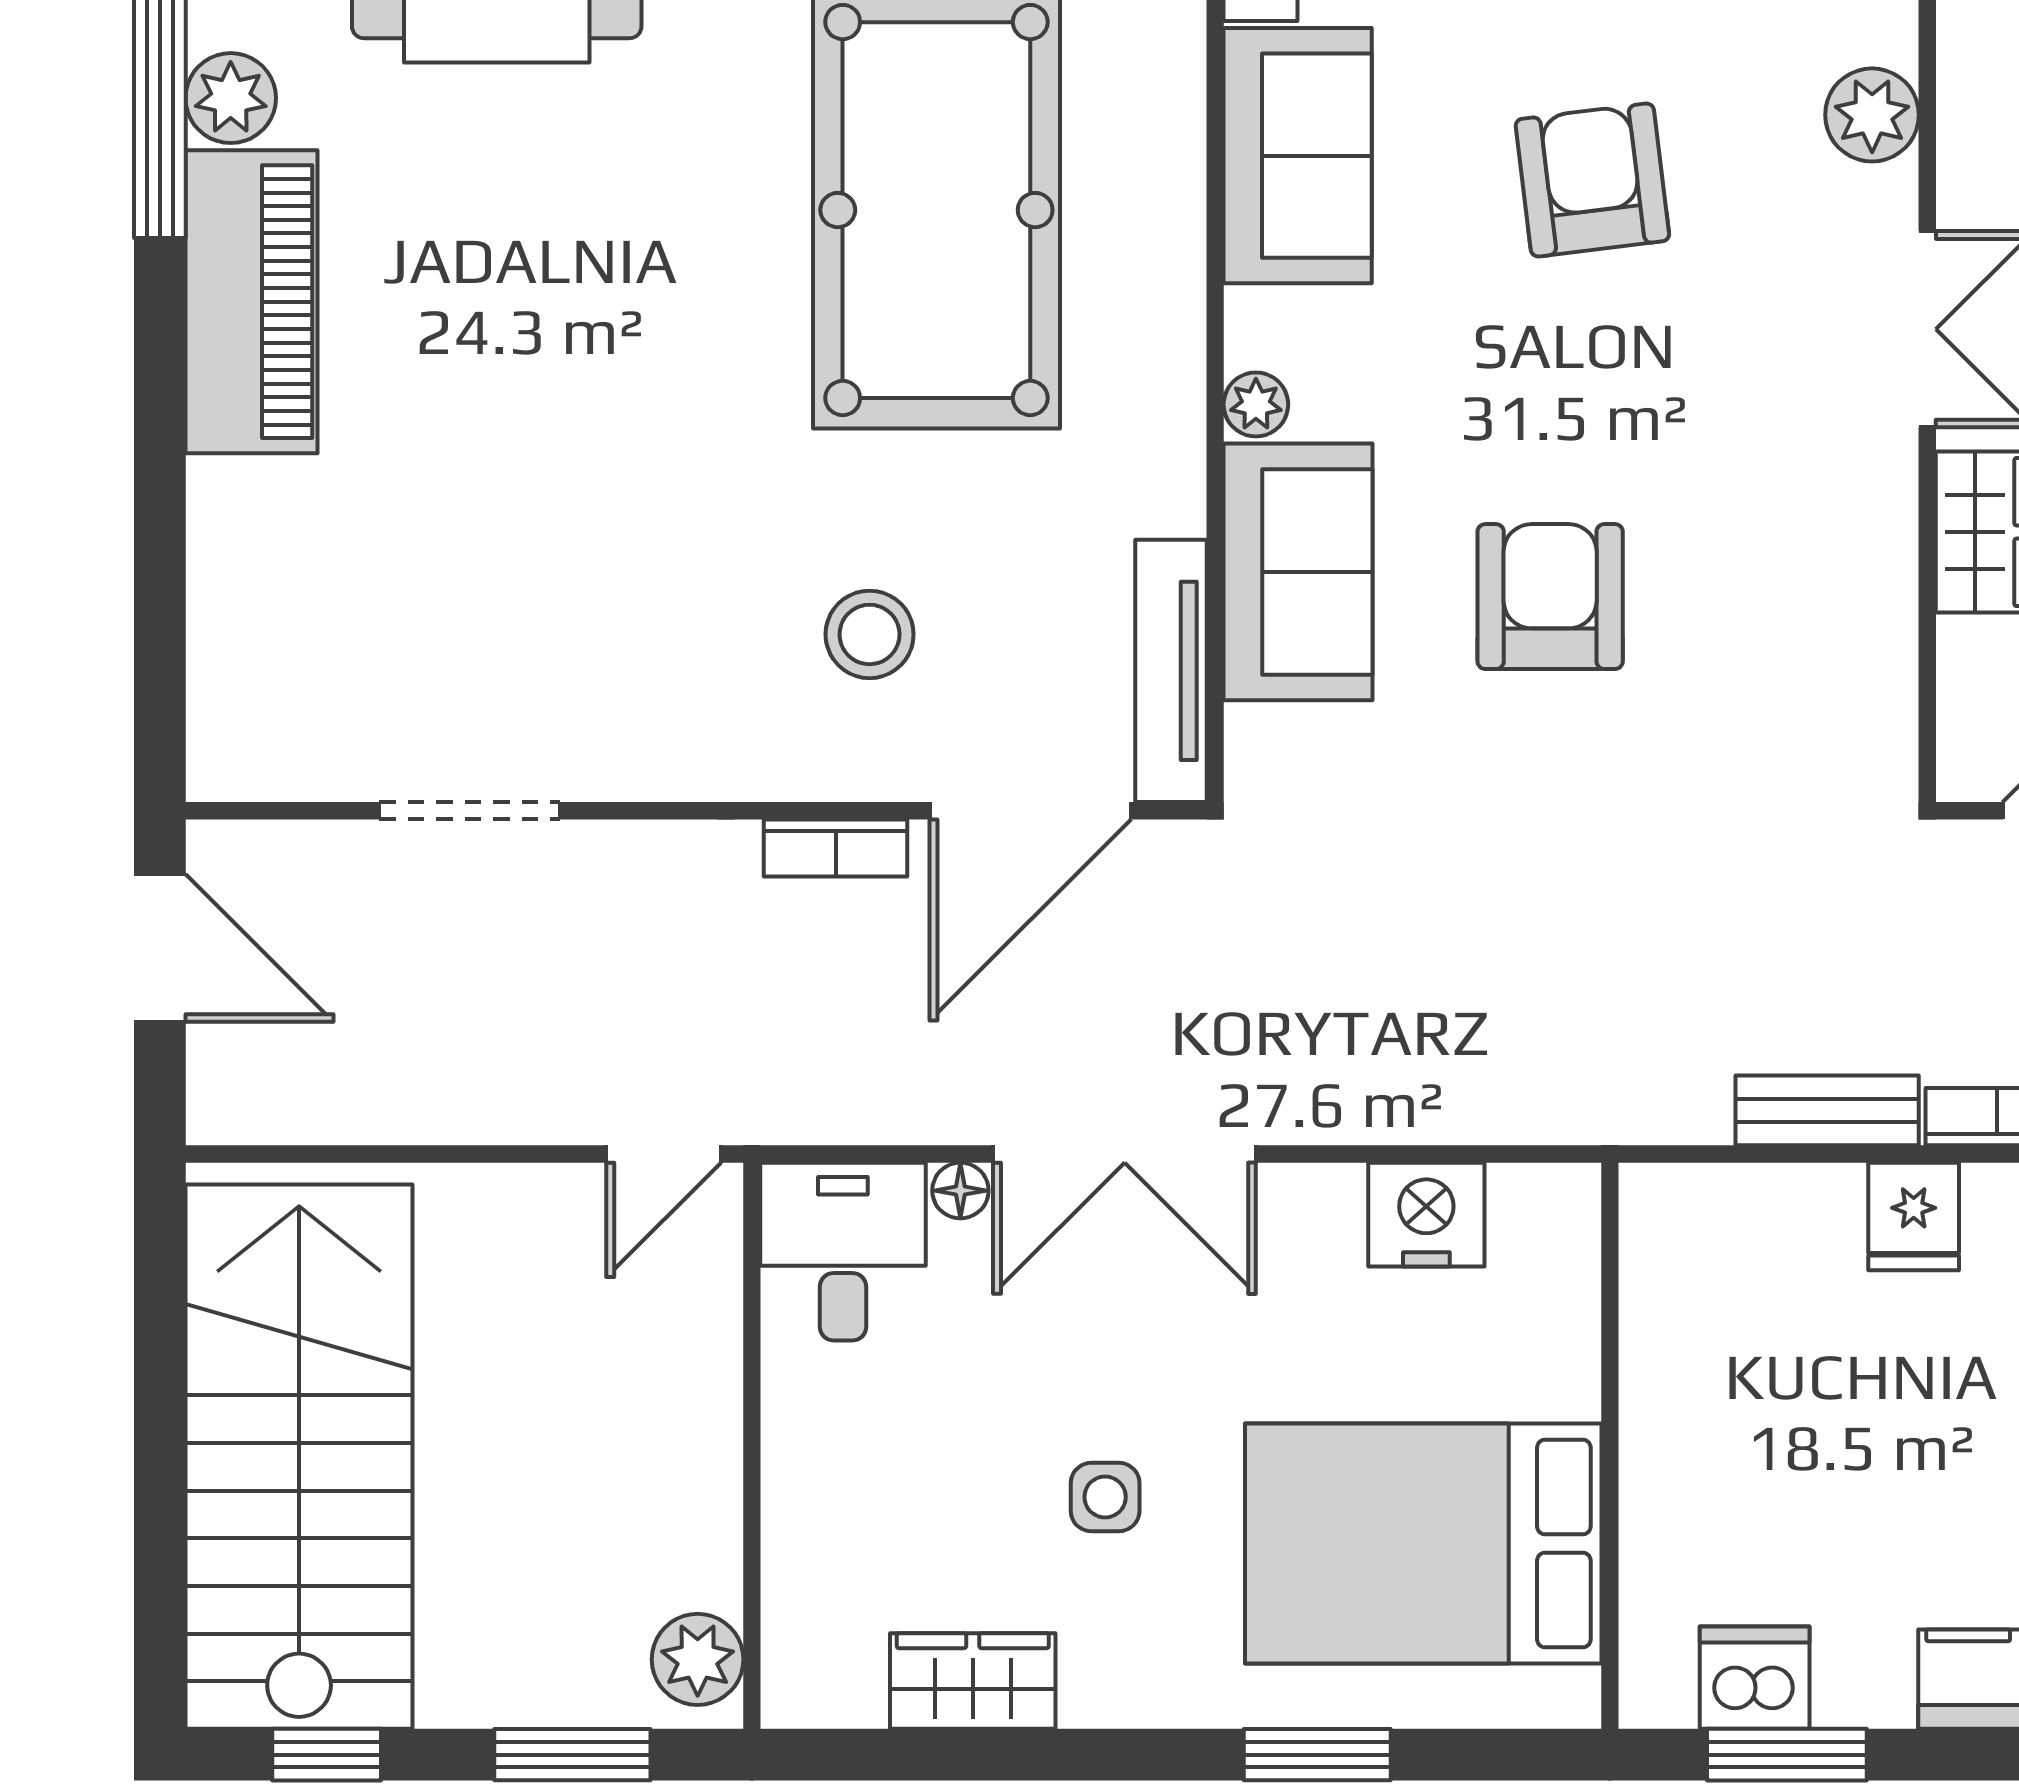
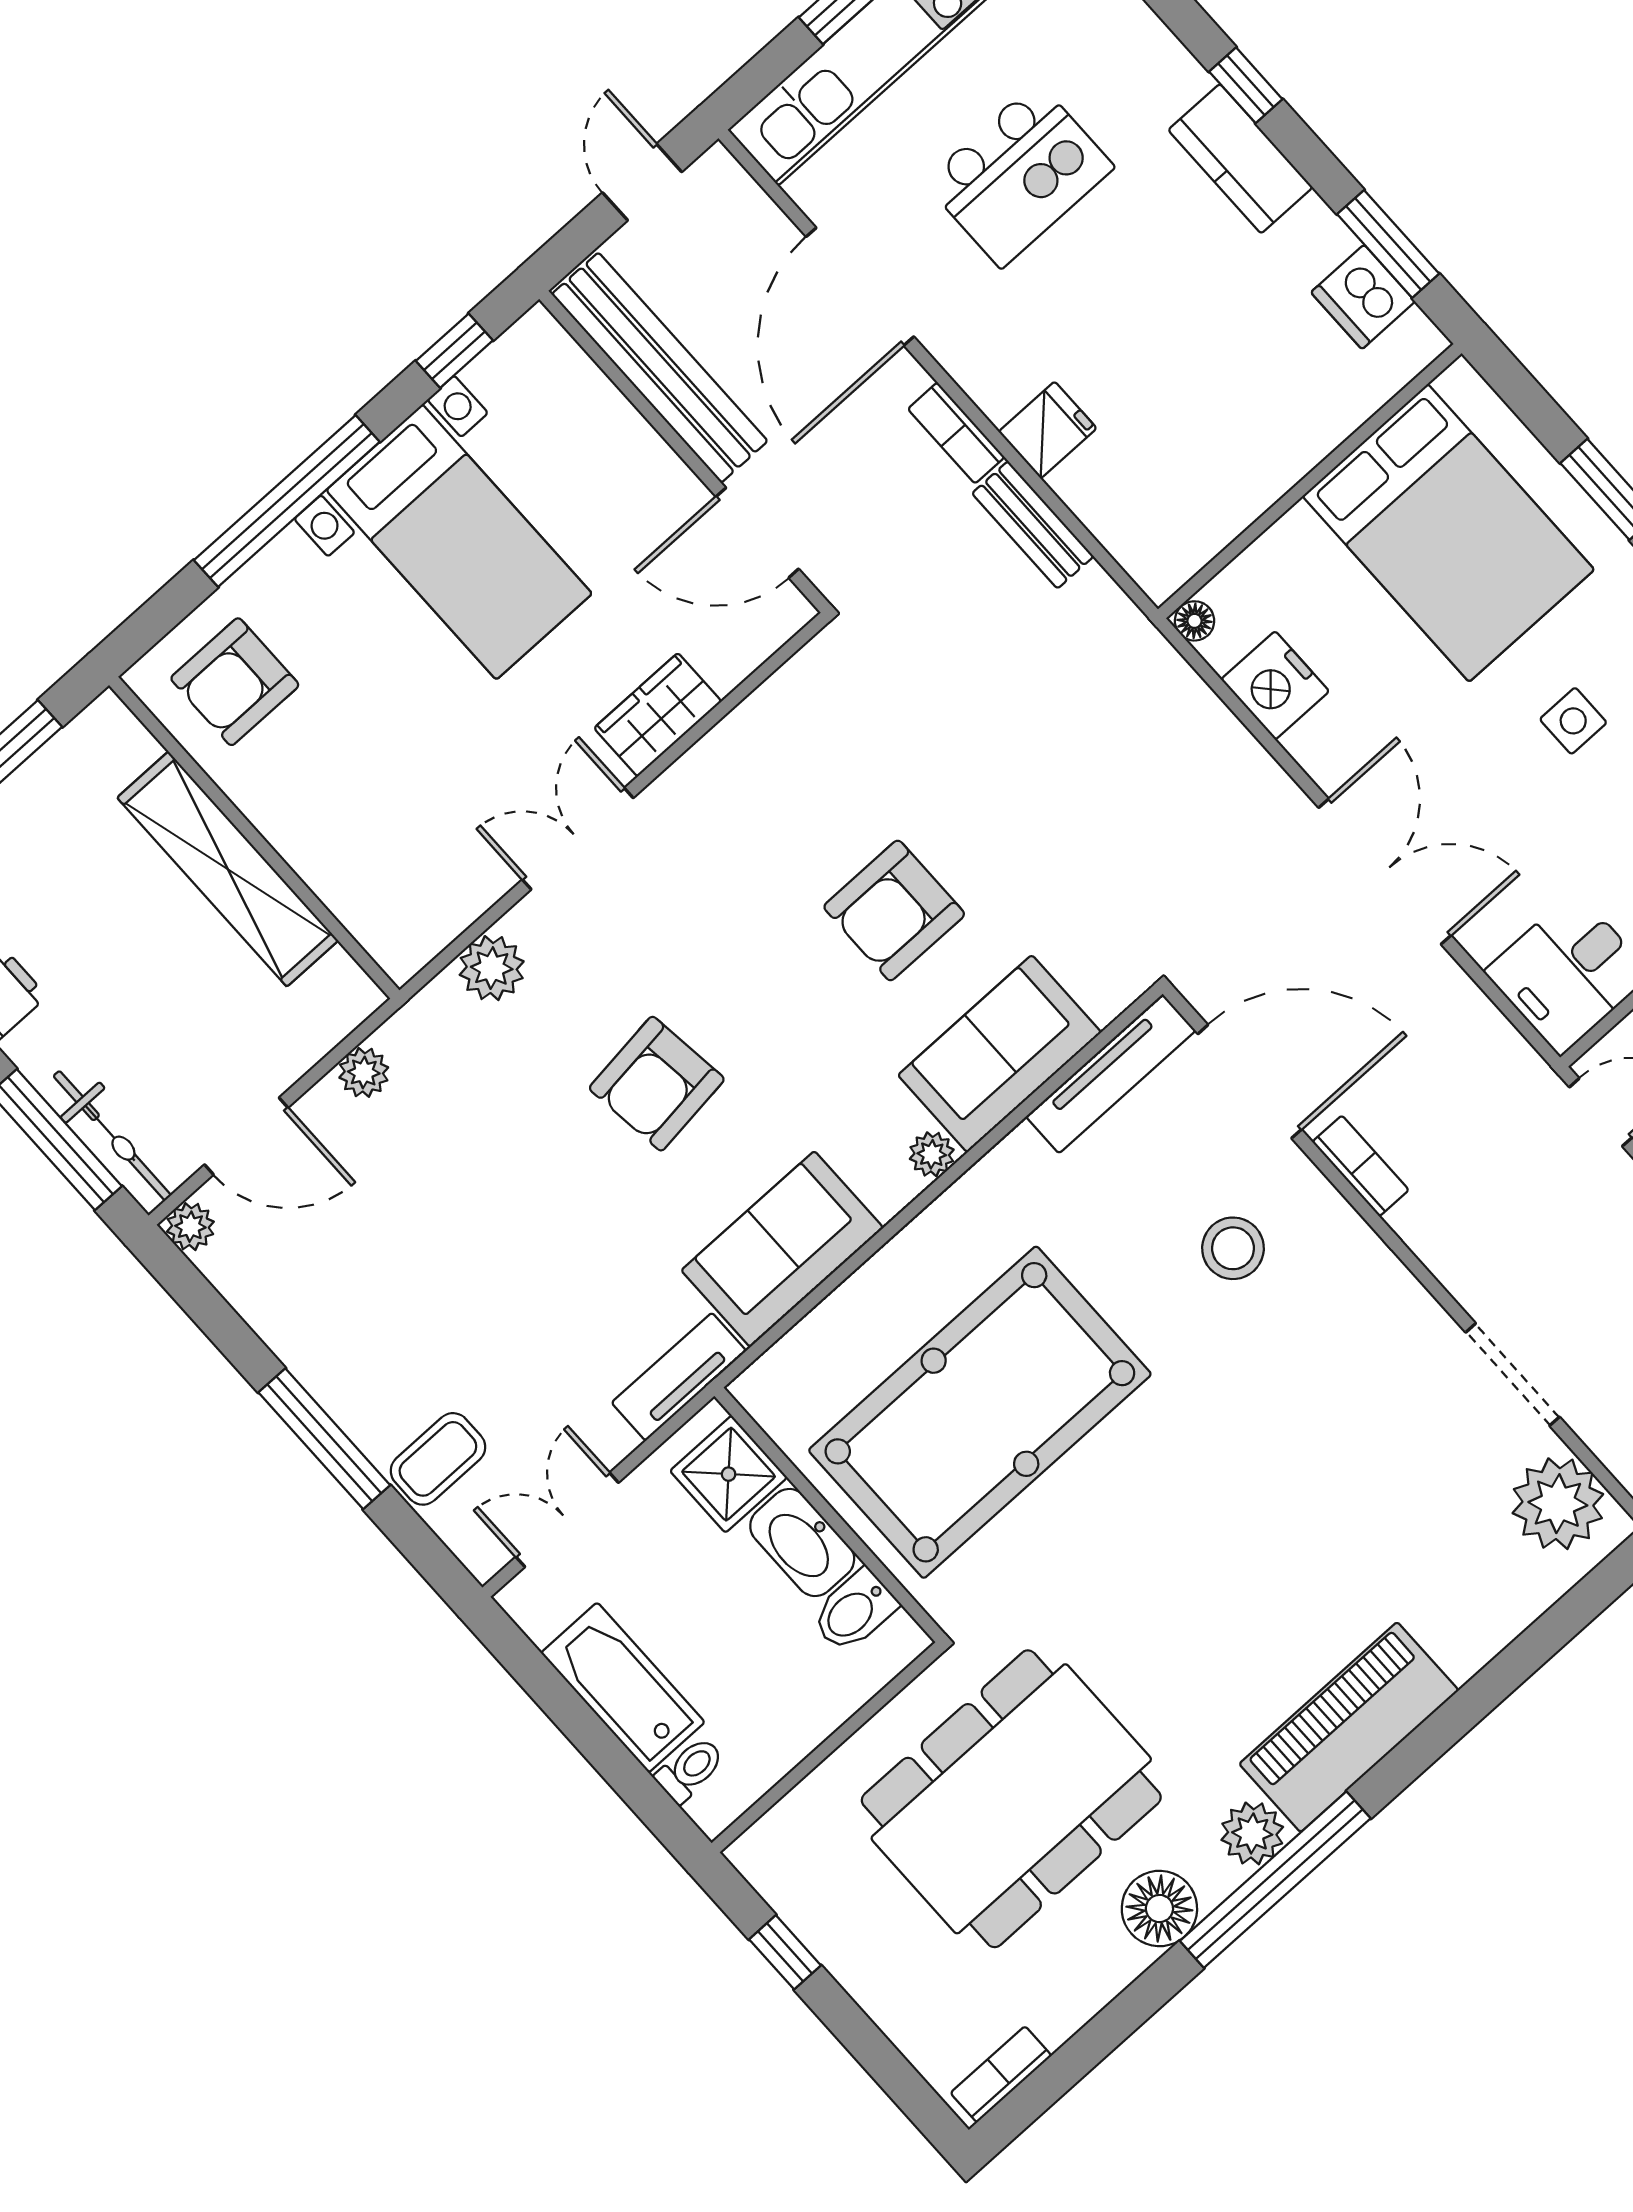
plant: (290, 736) -> (1558, 1504), added
floor lamp: (960, 1191) -> (1195, 621), moved

